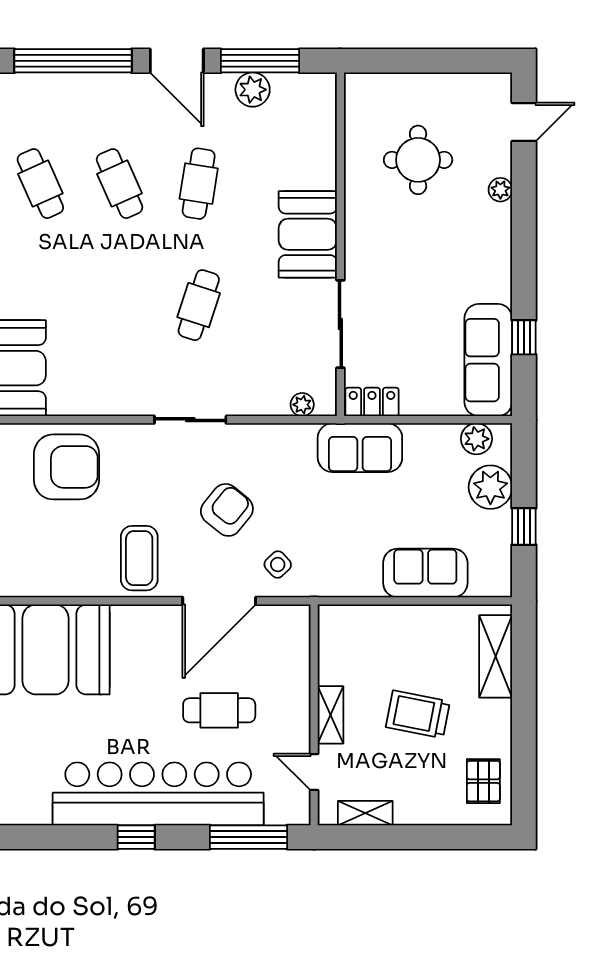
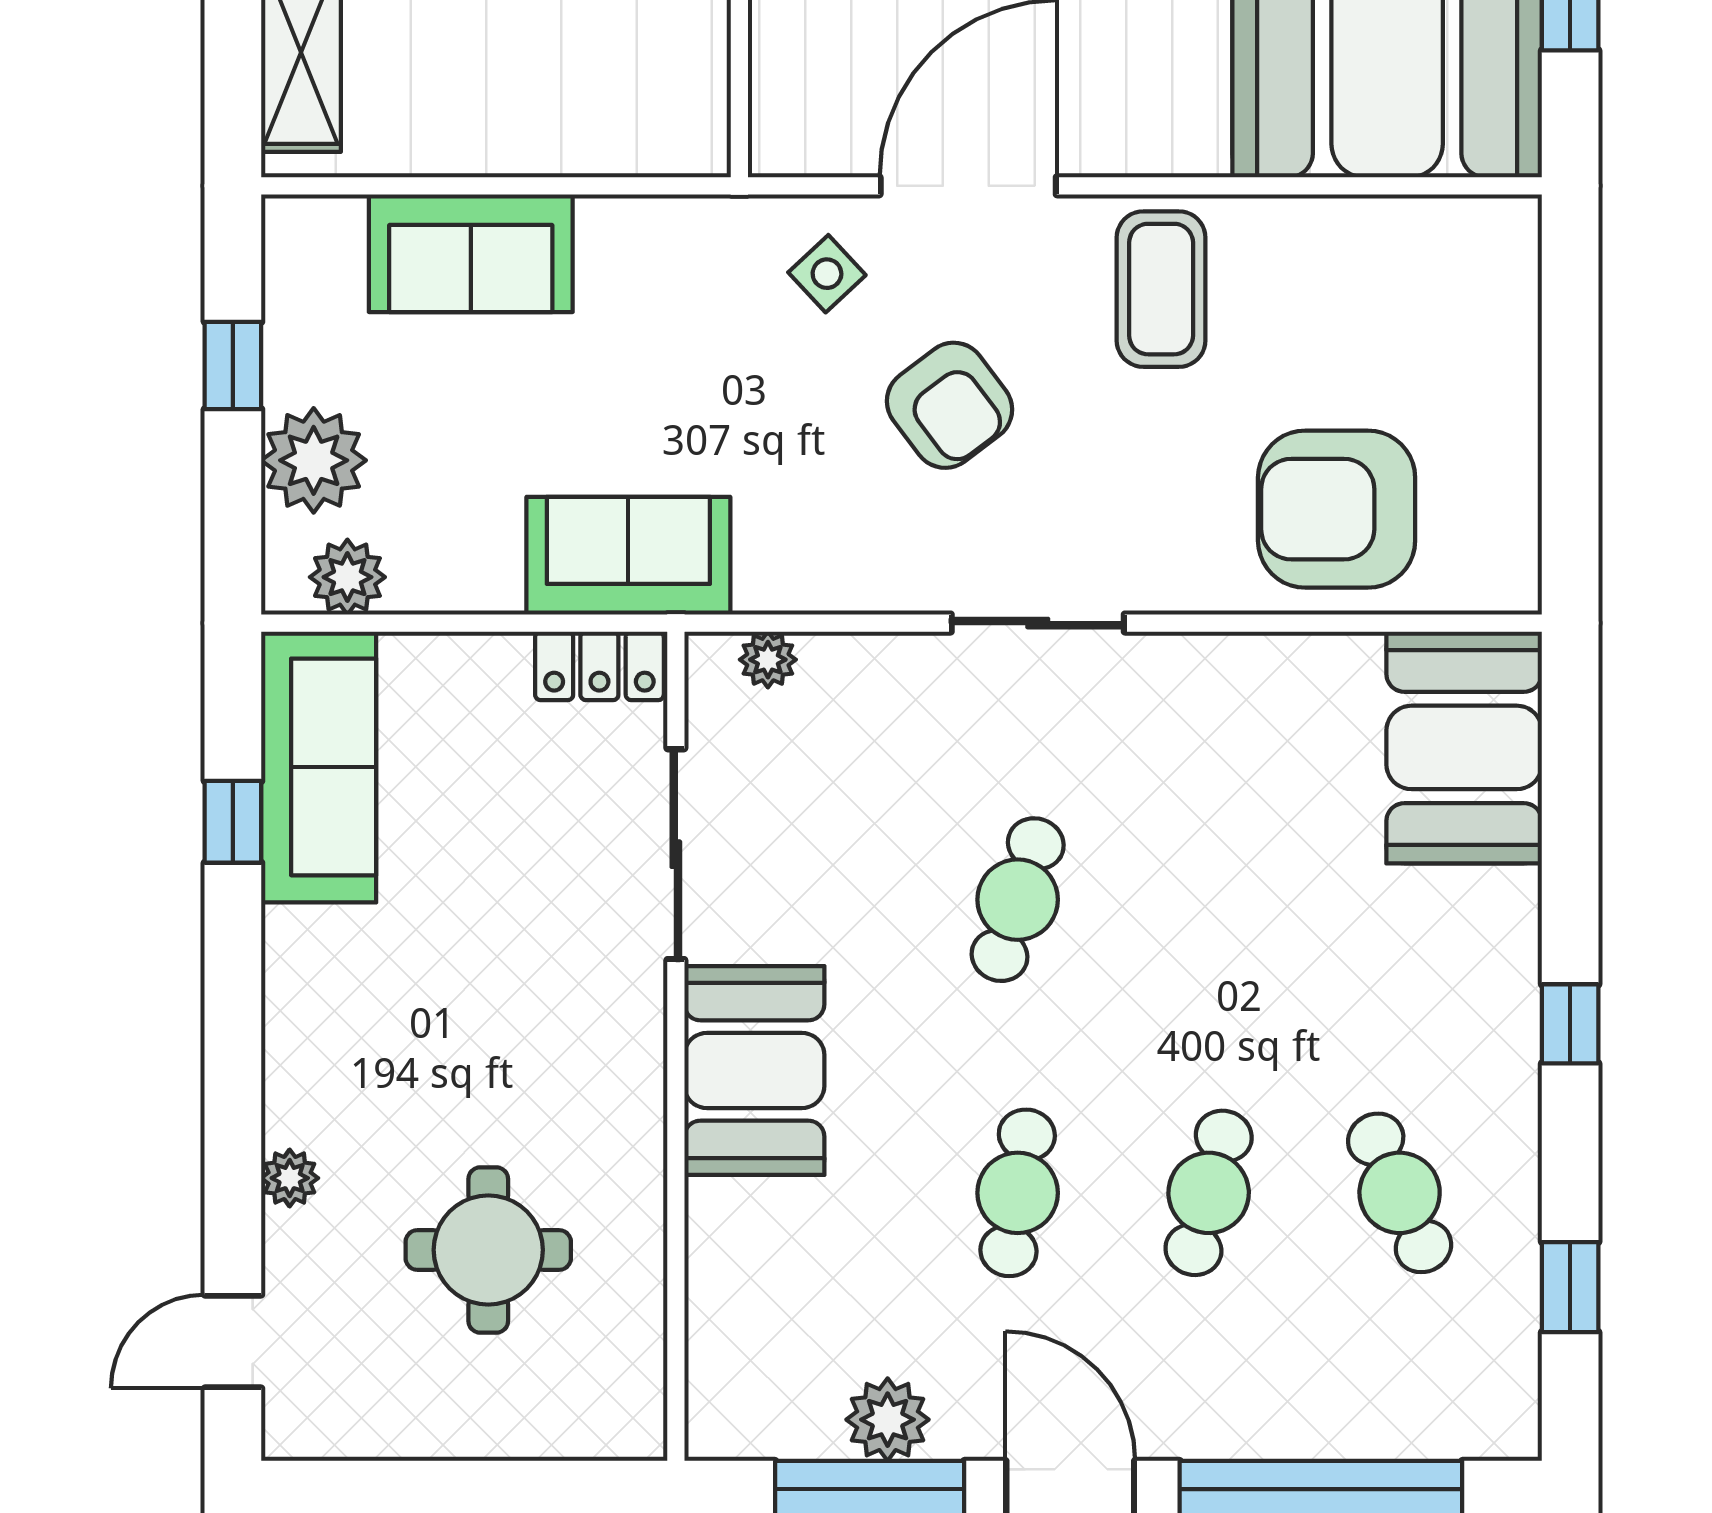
cafe table: (120, 184) -> (1209, 1193), turned 39
armchair: (227, 510) -> (950, 405), turned -76

